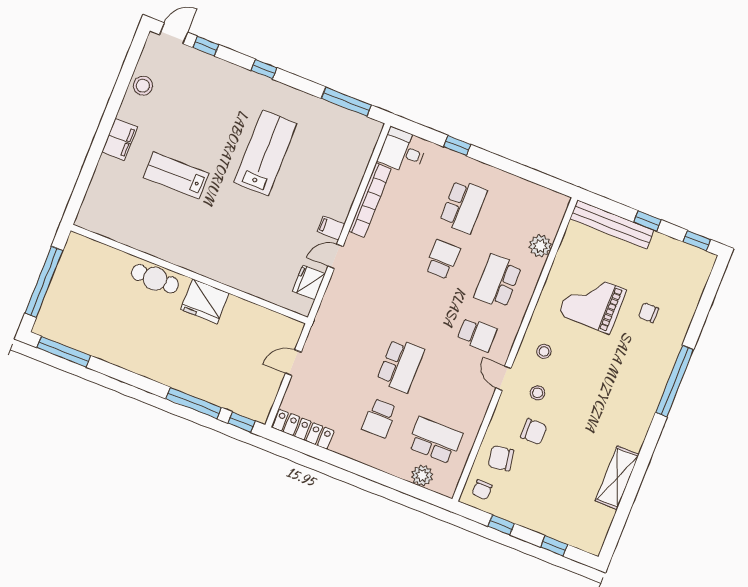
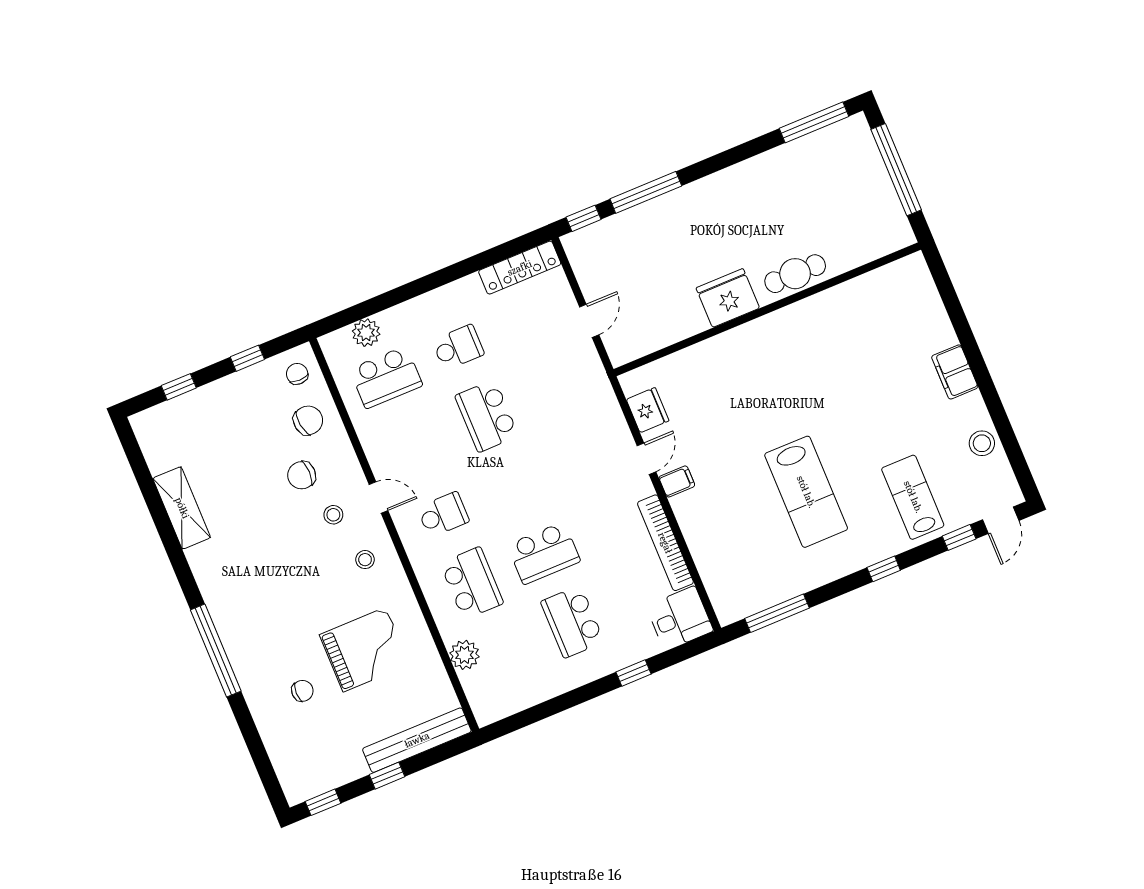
lab bench: (176, 175) -> (913, 497), moved, turned -90
school desk: (442, 259) -> (544, 553), width x1.85
school desk: (477, 334) -> (443, 514), turned 180
school desk: (379, 418) -> (458, 347), turned 90

